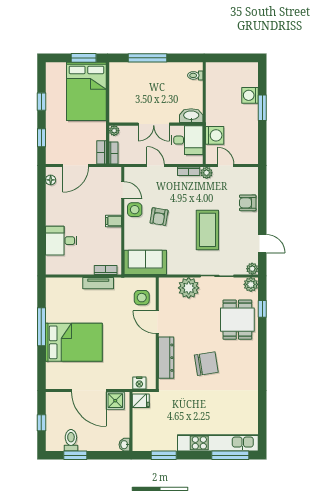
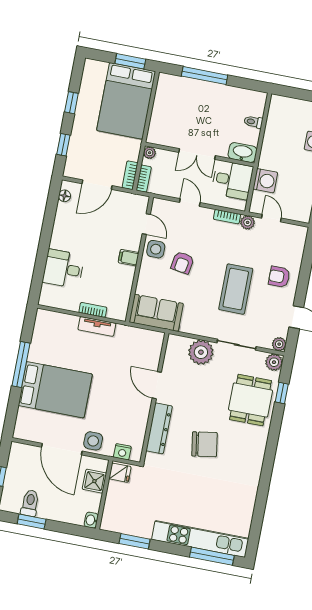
toilet: (195, 75) -> (253, 122), moved
armchair: (248, 203) -> (279, 277), moved
bookcase: (106, 270) -> (93, 310), moved
side table: (142, 298) -> (93, 441), moved
shower: (115, 401) -> (94, 481), moved

